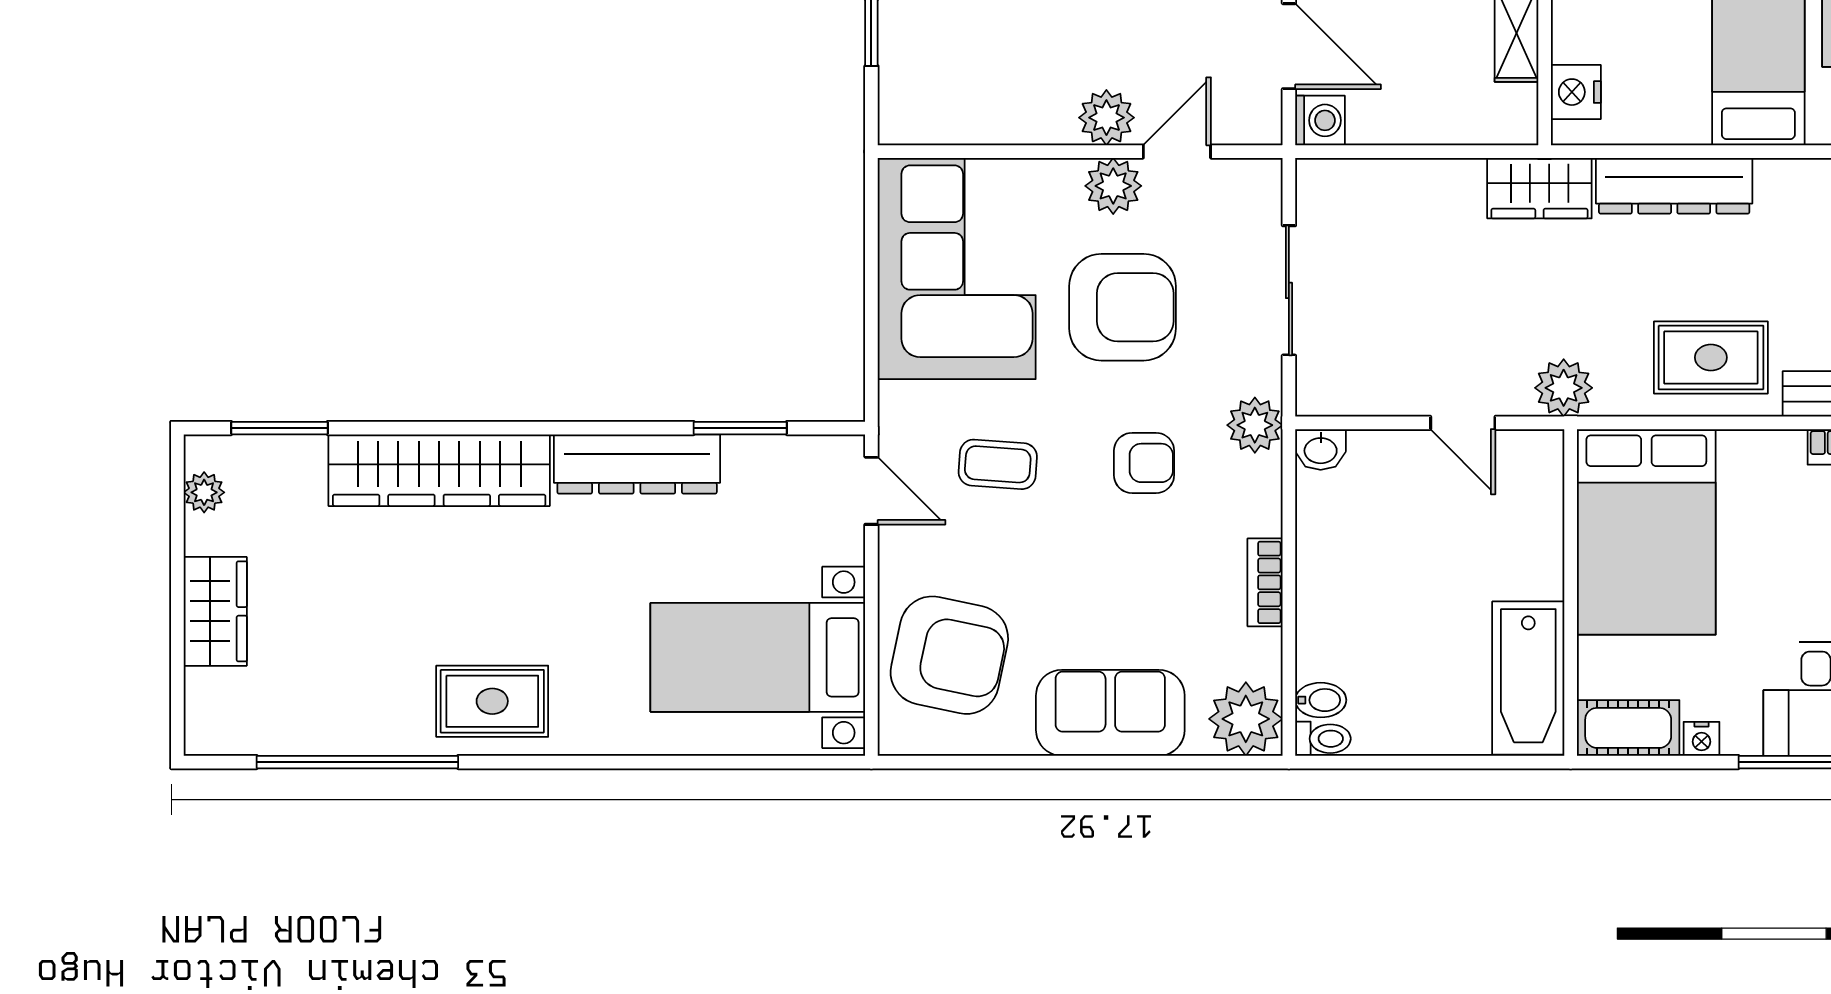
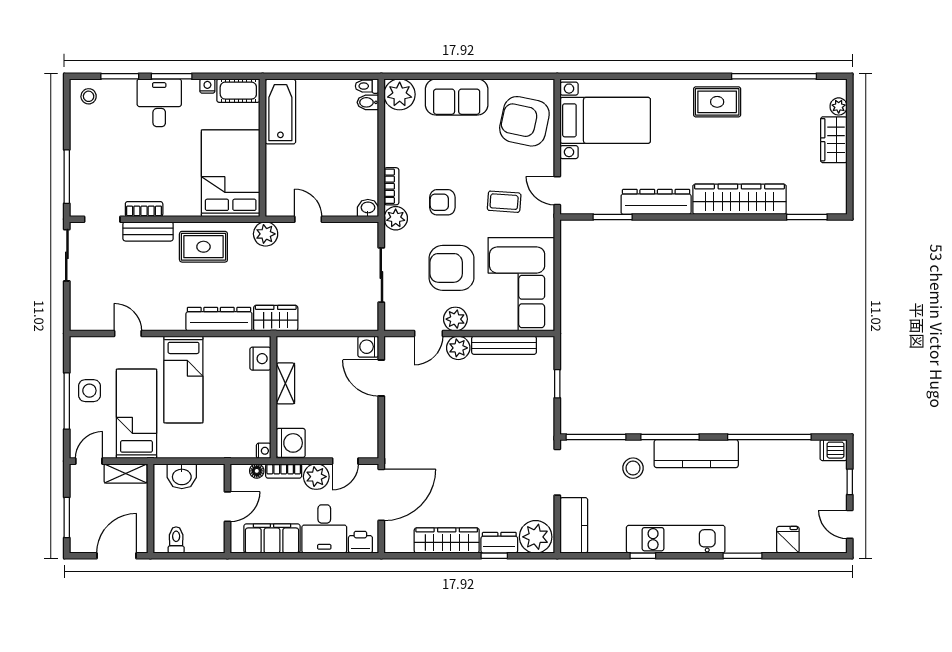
bench: (998, 124) -> (504, 345), added
plant: (204, 492) -> (839, 106), moved
bookcase: (1265, 582) -> (391, 186), moved

